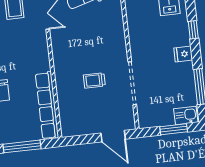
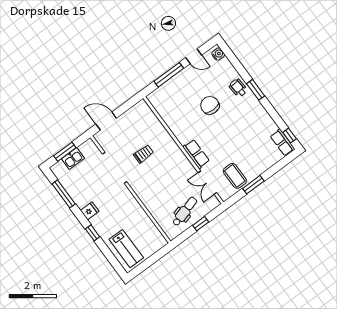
row of seats: (47, 106) -> (196, 154), moved, width x0.50
kitchen sink: (186, 115) -> (73, 159), moved

